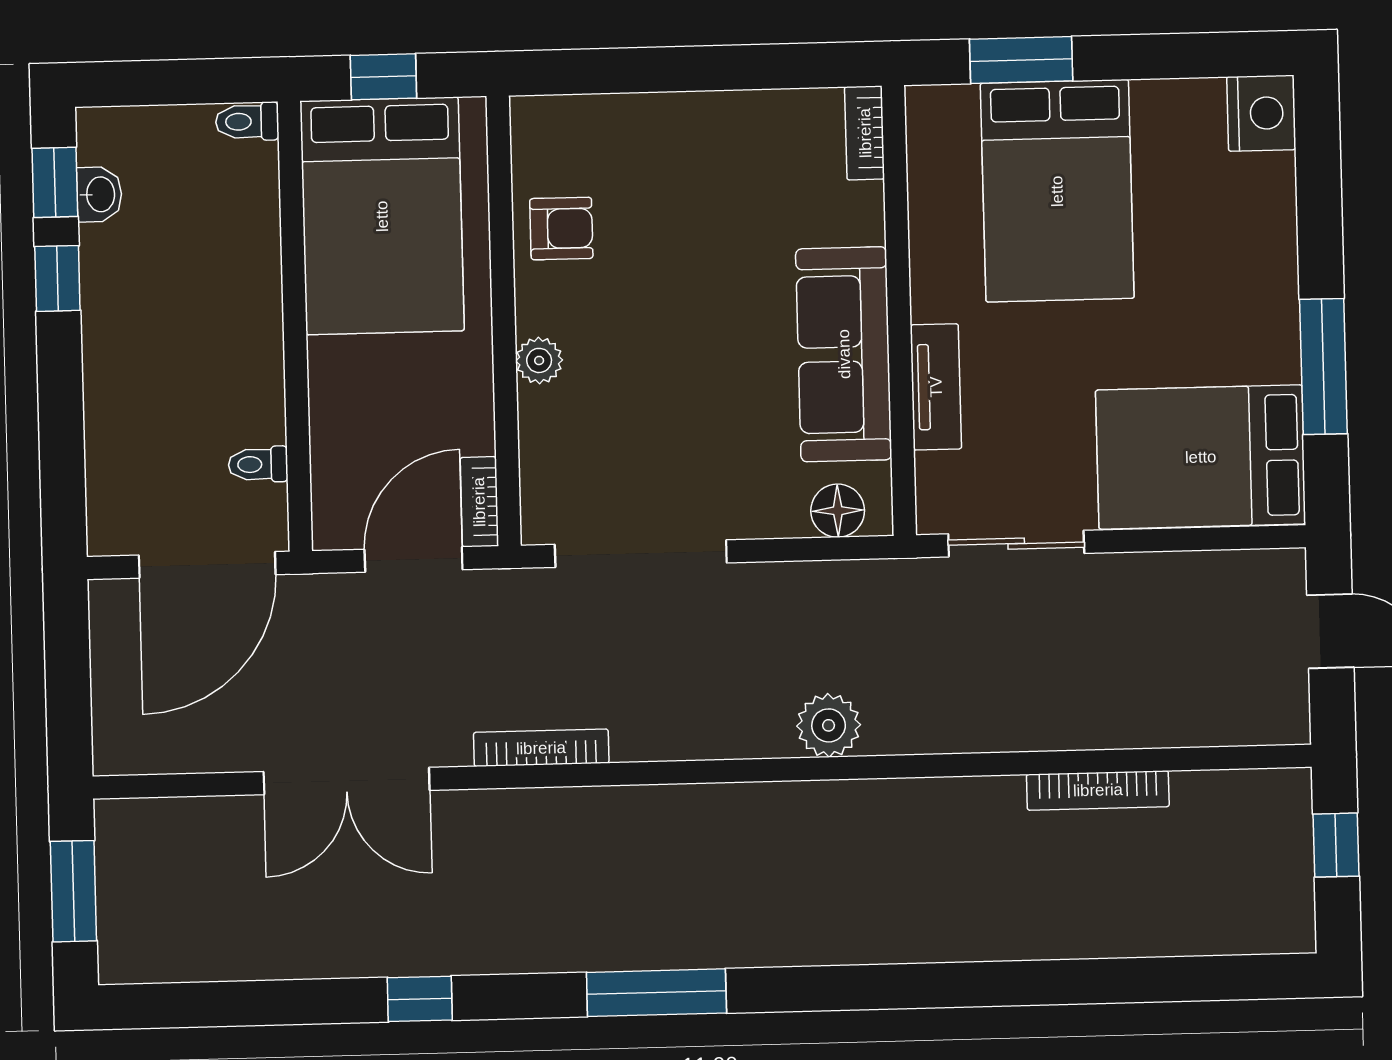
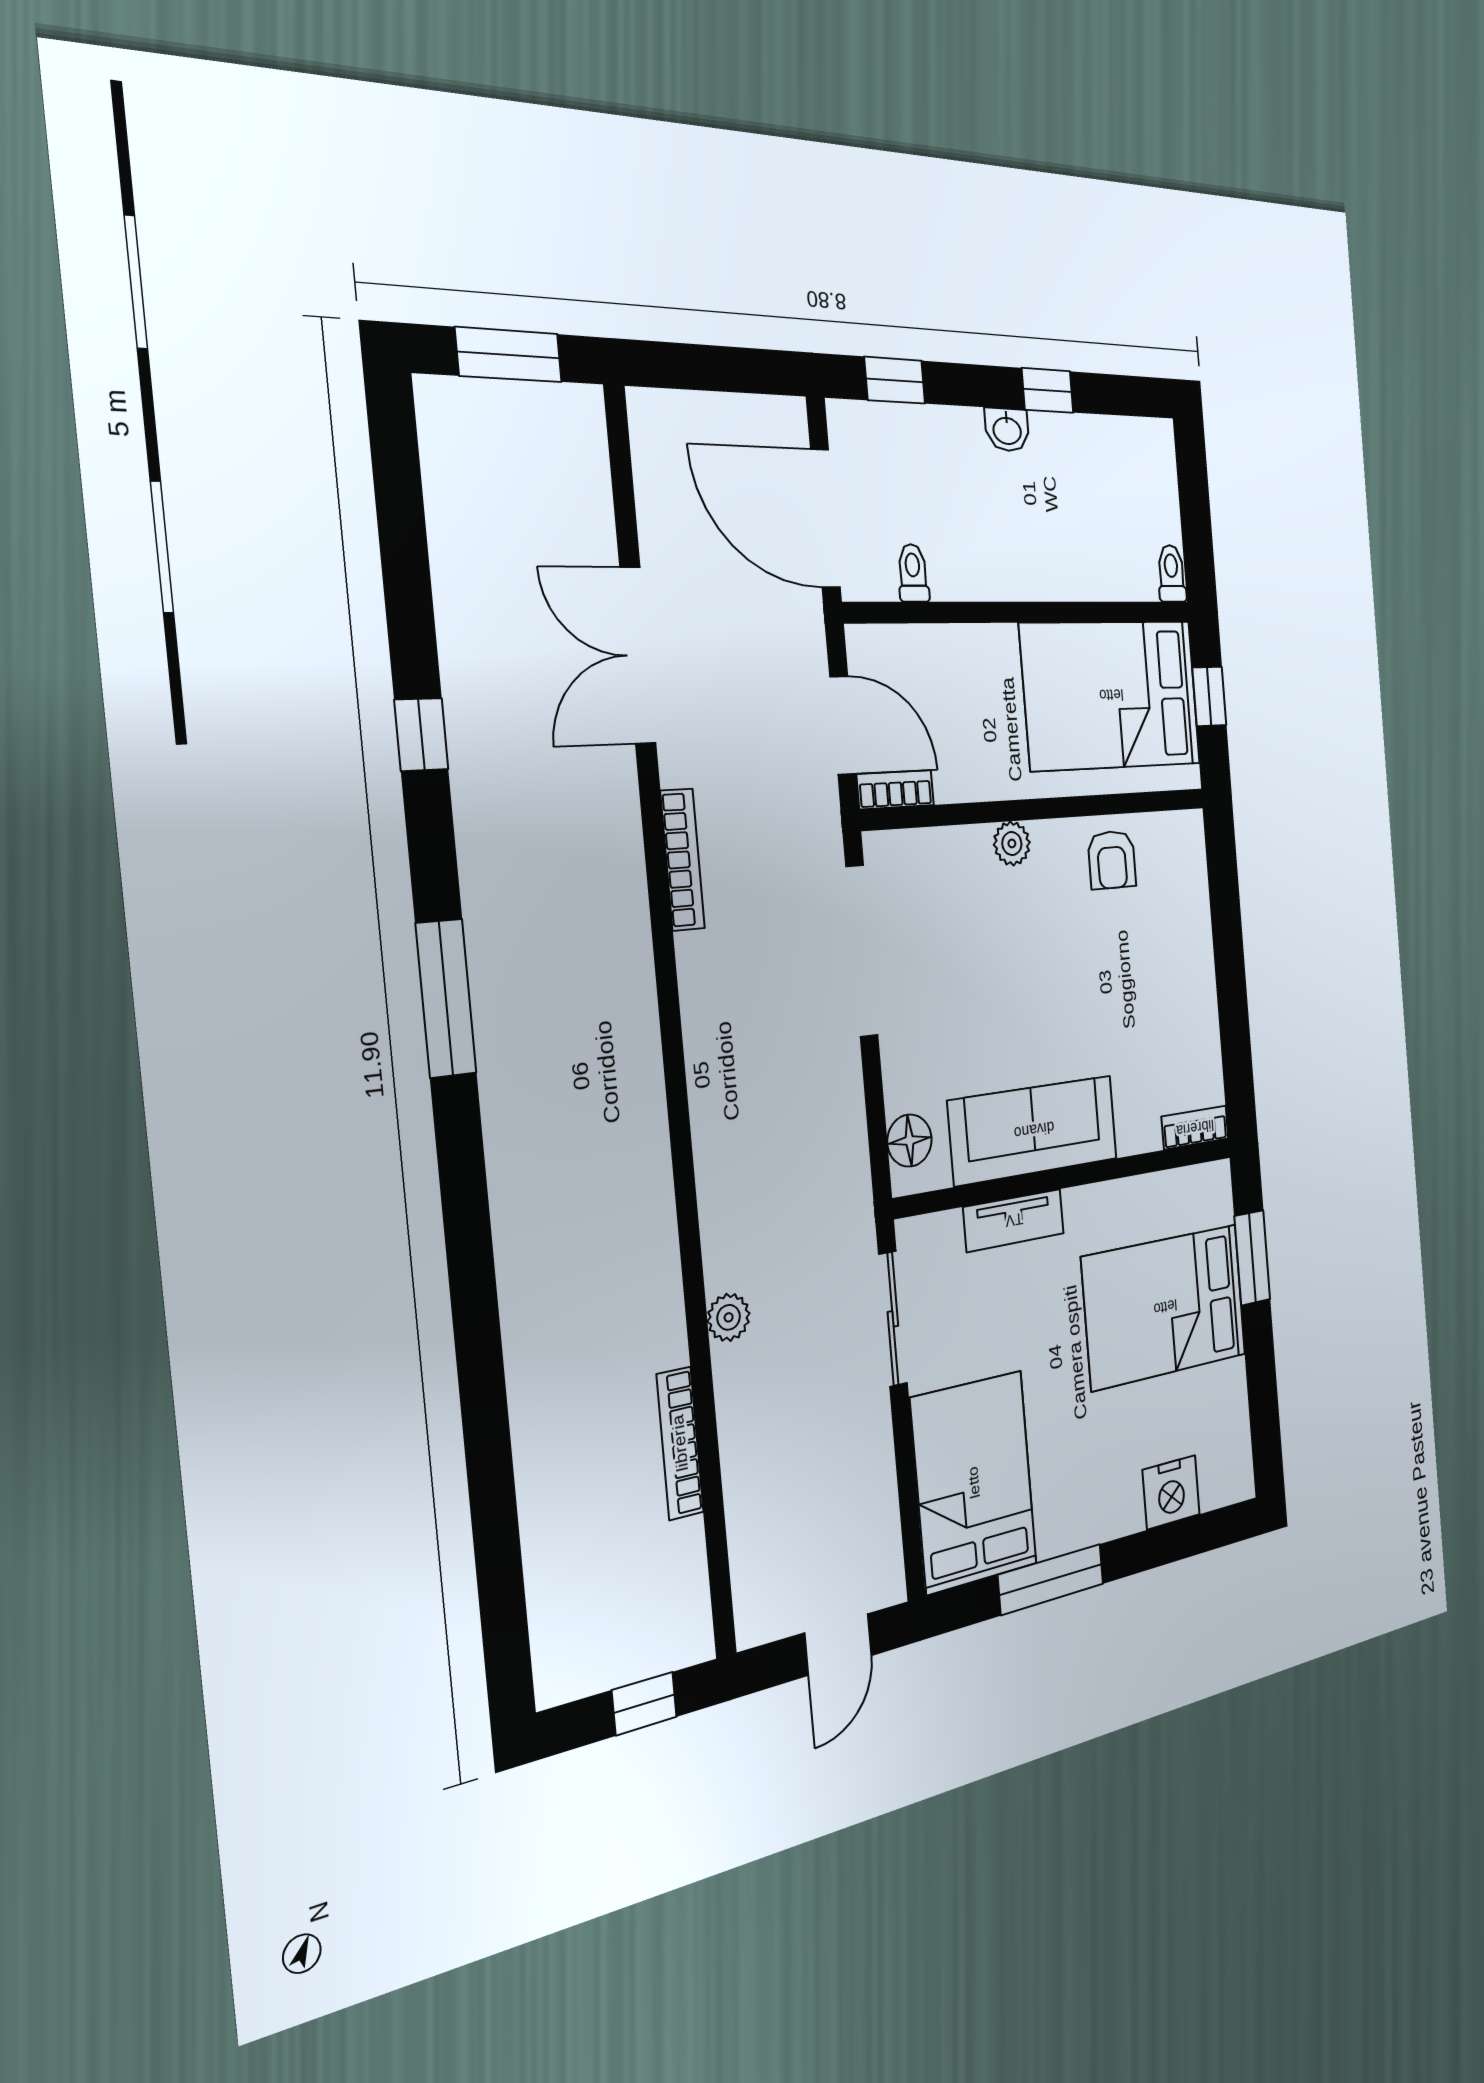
nightstand: (1261, 113) -> (1171, 1492), moved
window: (55, 182) -> (895, 380), moved
washbasin: (99, 194) -> (1007, 430), moved
plant: (829, 725) -> (729, 1317), moved, width x0.73, depth x0.73

